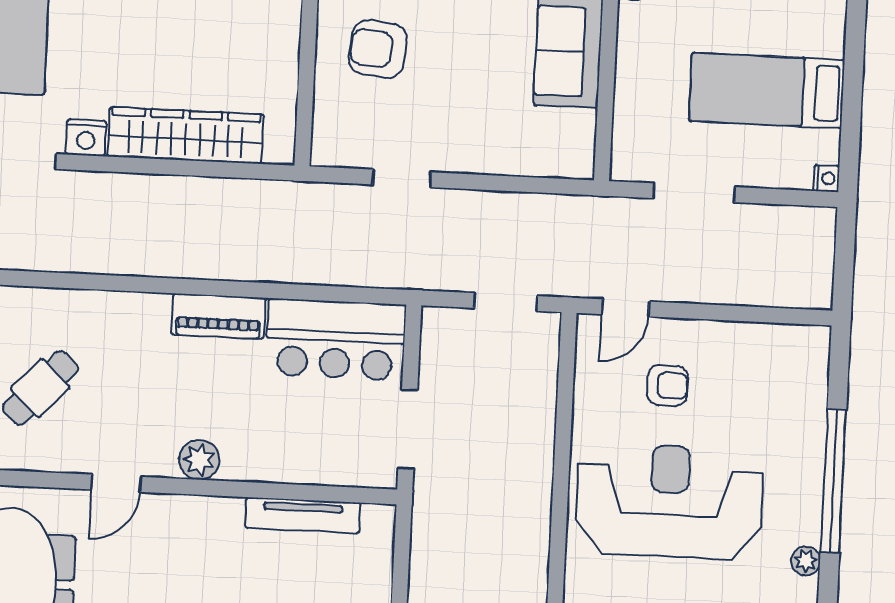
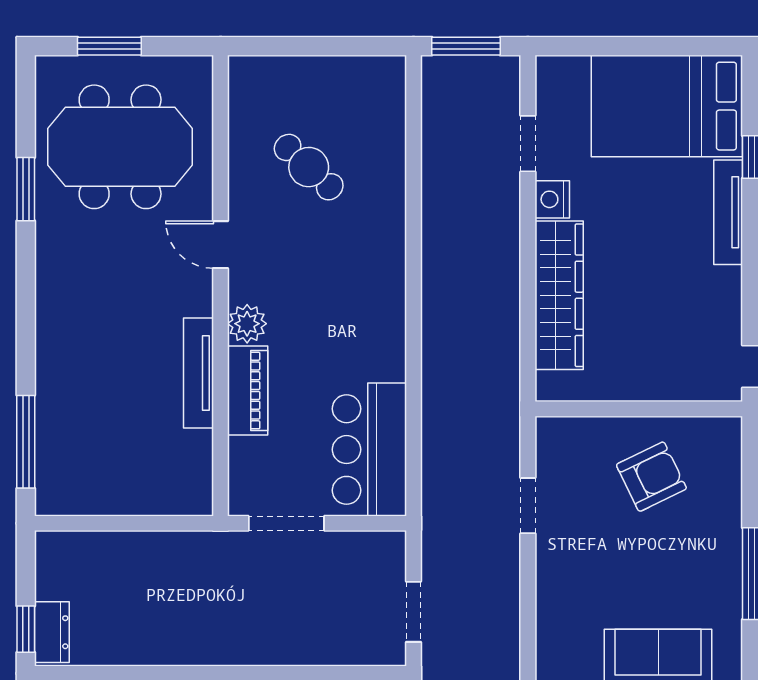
armchair: (378, 49) -> (651, 477), turned 58
piano: (218, 316) -> (248, 391), moved, turned 180
tv unit: (303, 515) -> (198, 373), moved

